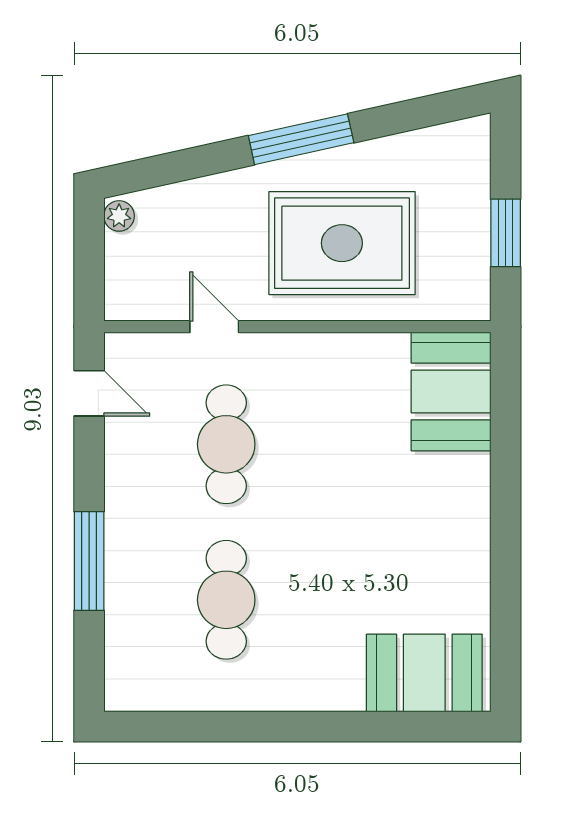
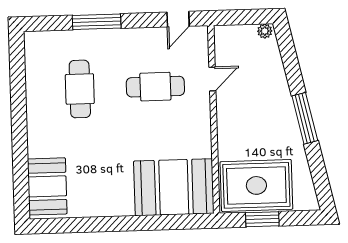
rug: (342, 243) -> (256, 185), moved, turned 90
booth: (451, 392) -> (174, 187), width x1.36, depth x1.42
cafe table: (226, 600) -> (80, 89), turned 90

